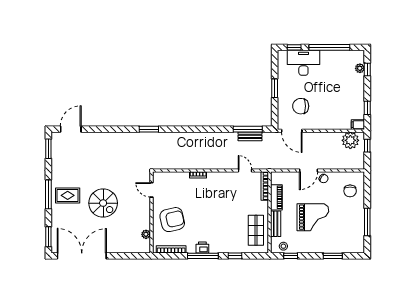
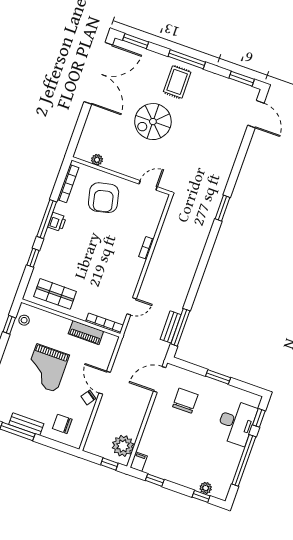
bench: (276, 224) -> (26, 424), moved

